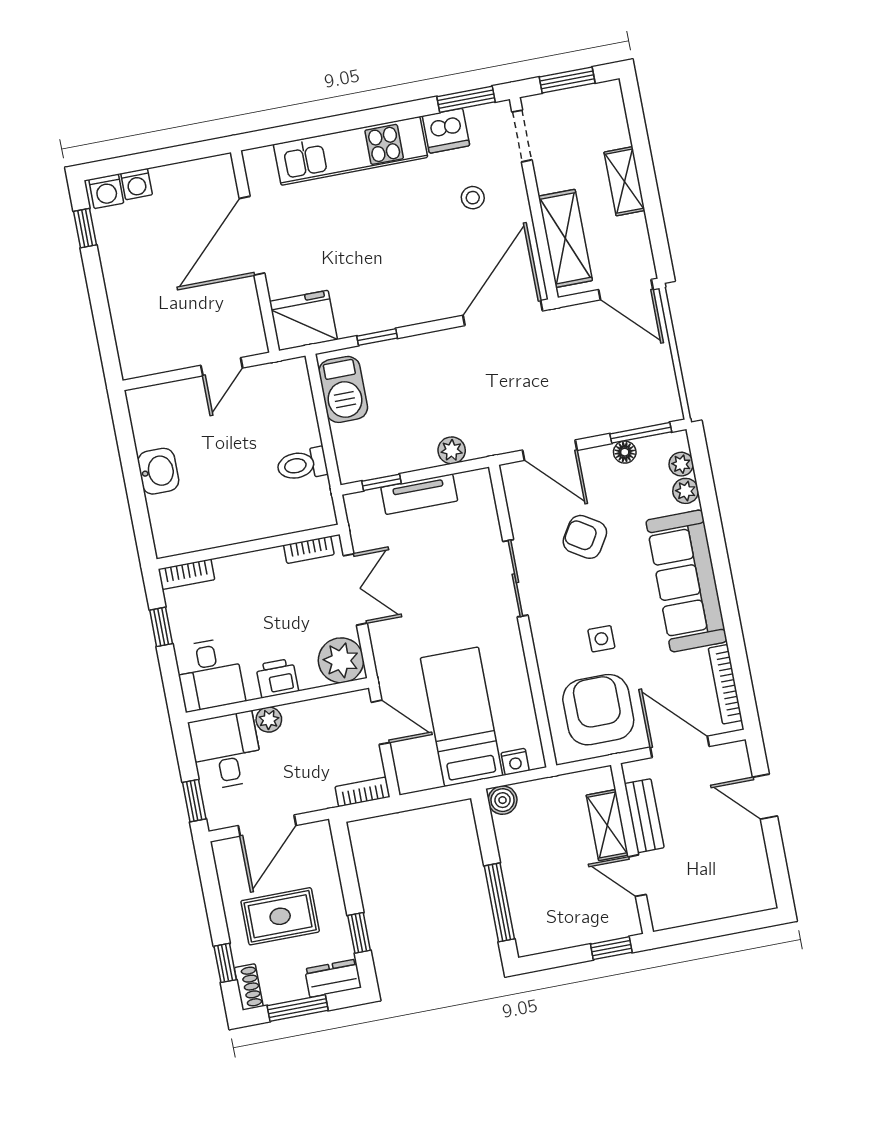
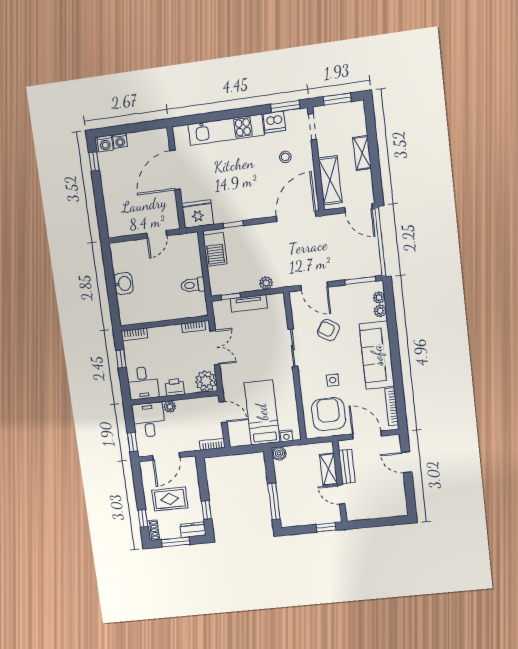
floor lamp: (625, 452) -> (351, 290), removed

